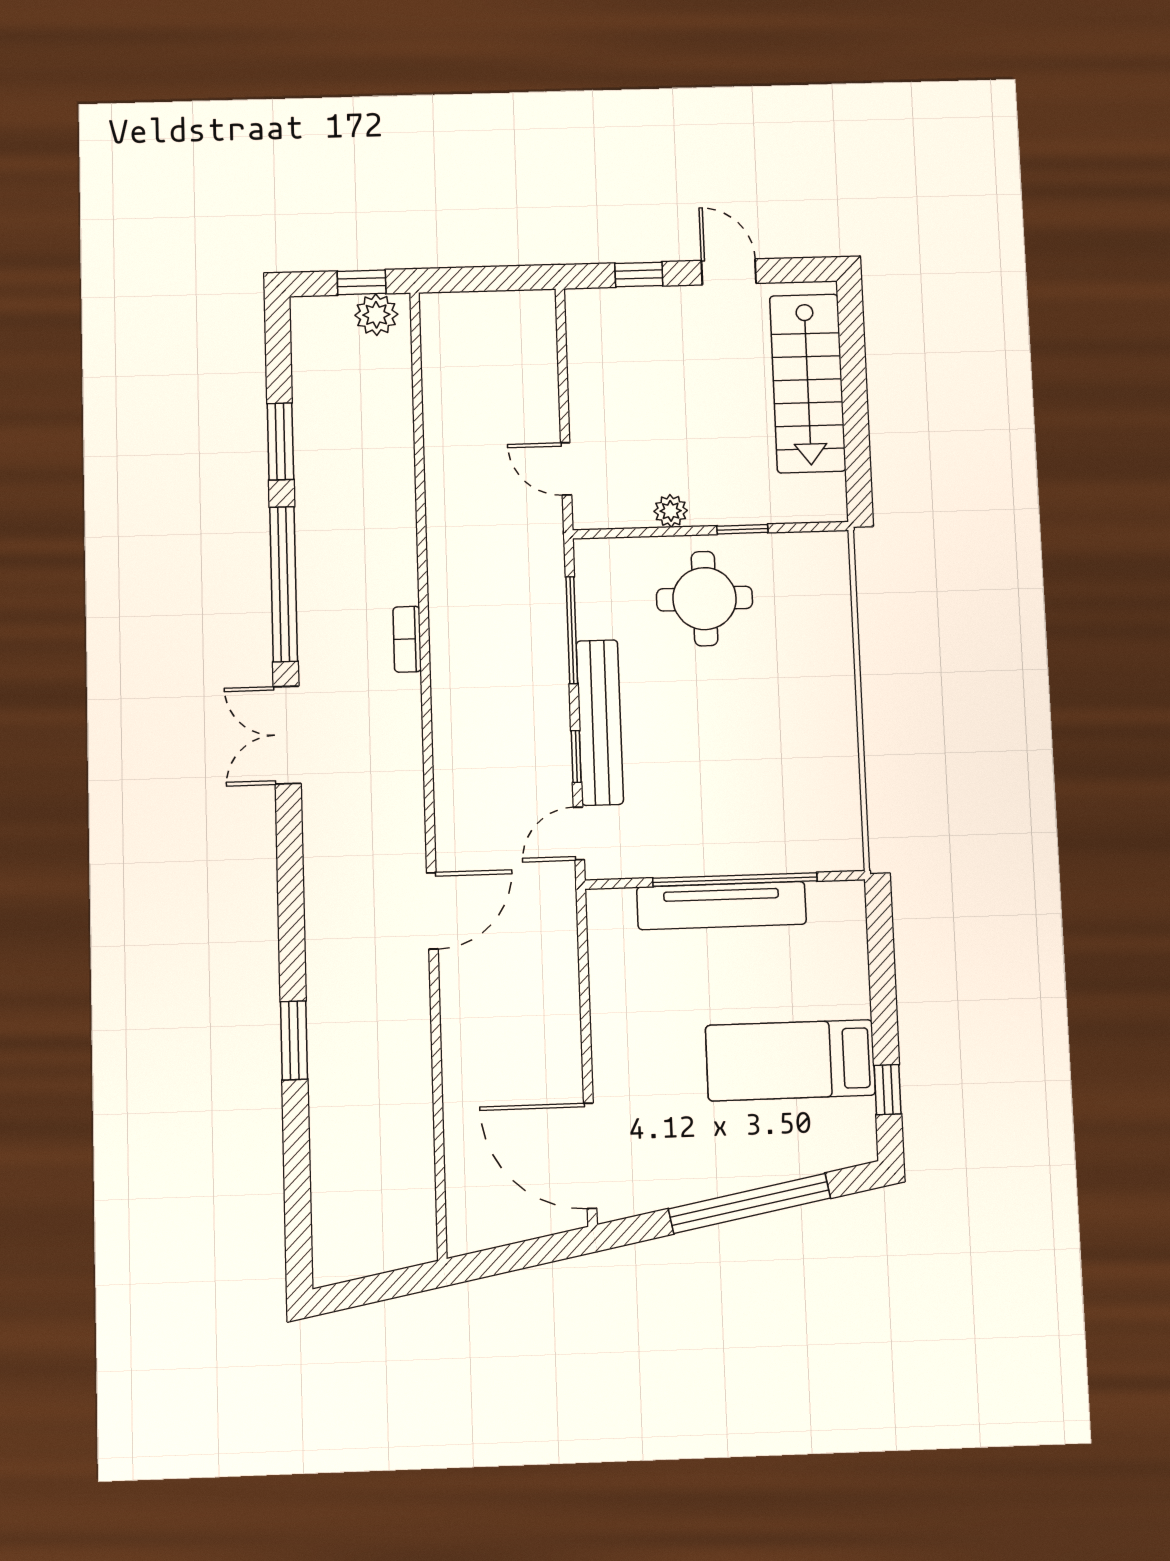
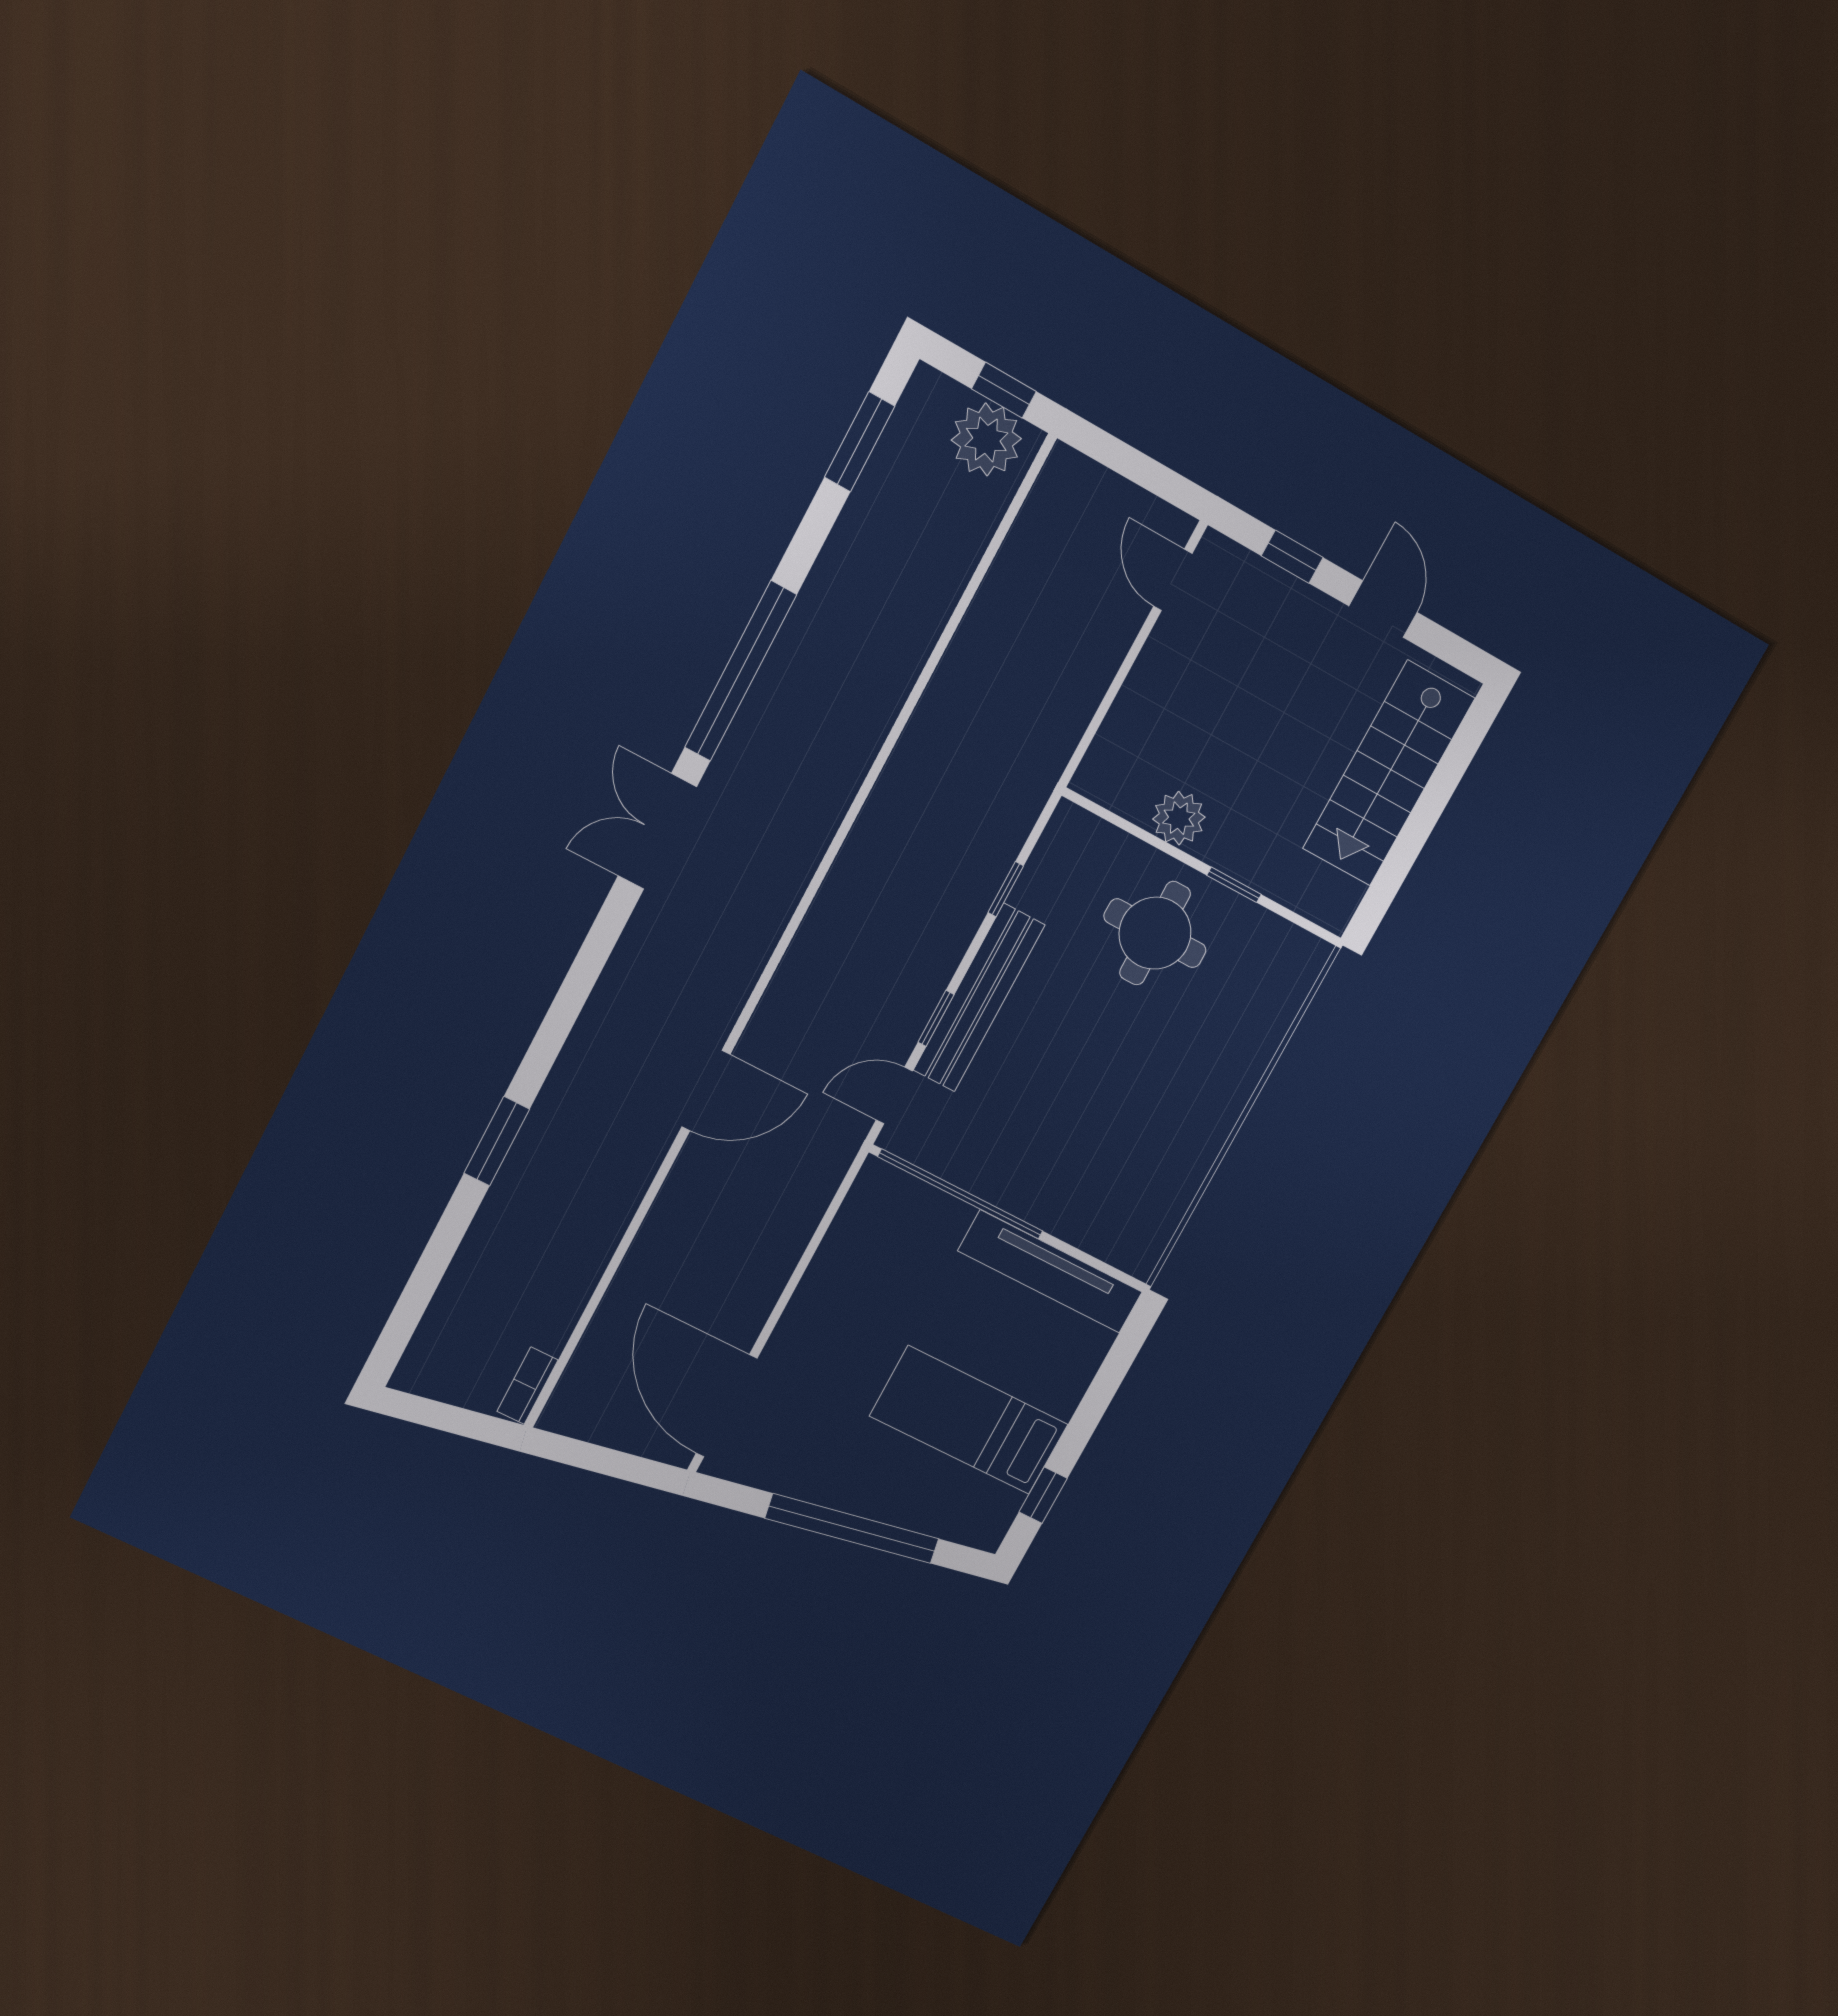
plant: (376, 315) -> (986, 439), width x1.36, depth x1.36
window: (280, 441) -> (860, 442), moved
door: (566, 469) -> (1173, 580), moved
plant: (671, 511) -> (1179, 818), width x1.38, depth x1.38
window: (572, 630) -> (1006, 889), width x0.46
bookcase: (407, 639) -> (528, 1386), moved
window: (735, 880) -> (961, 1194), moved
tv unit: (721, 906) -> (1050, 1272), moved

